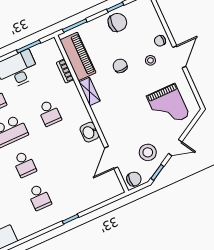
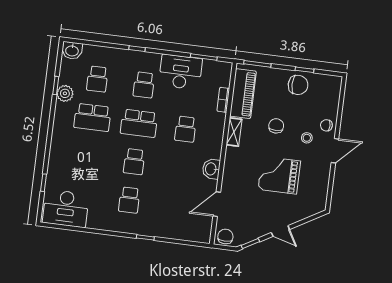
grand piano: (168, 106) -> (279, 175), moved, turned 90
stool: (148, 152) -> (253, 220), removed
chair: (134, 179) -> (225, 236), turned -90

